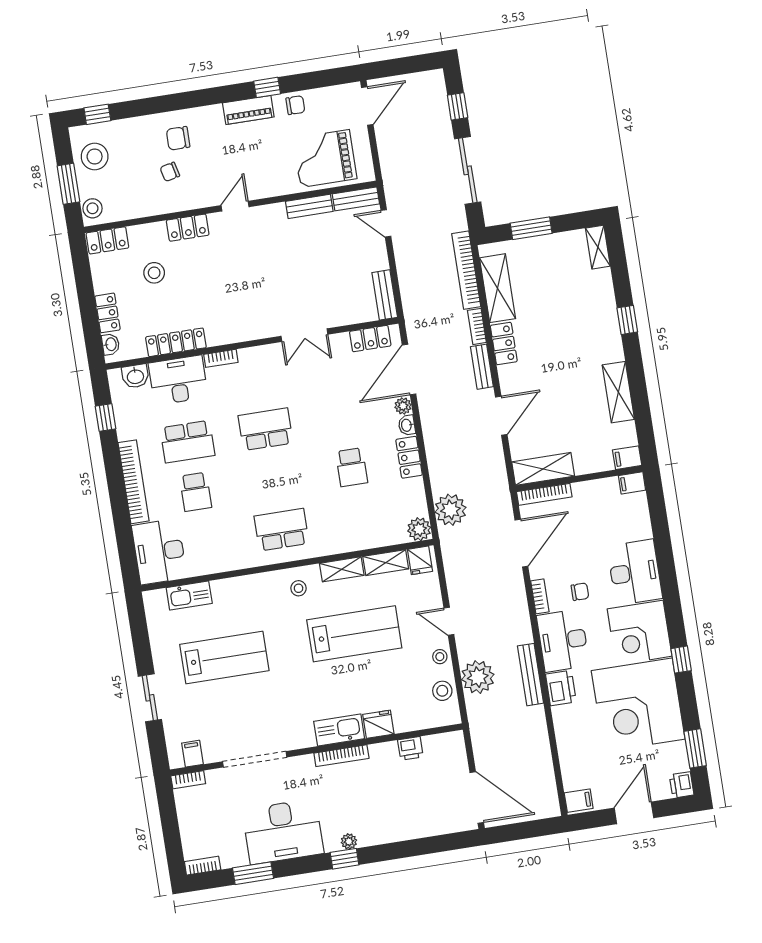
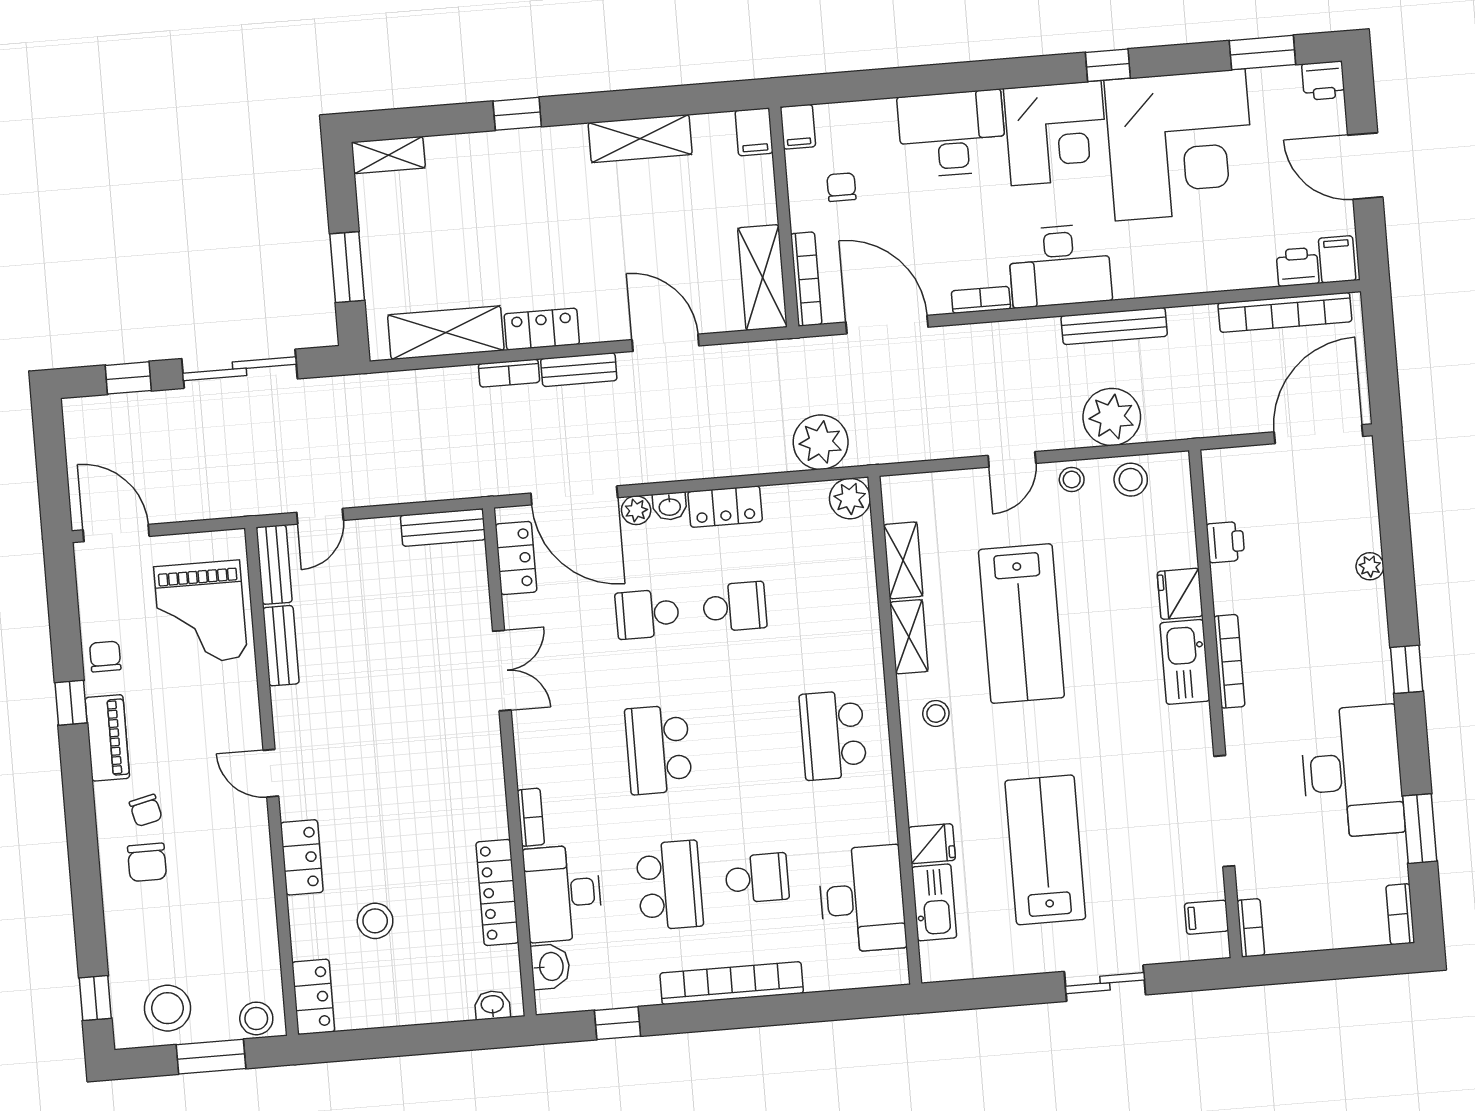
chair: (170, 172) -> (146, 810), moved
bookcase: (466, 270) -> (1285, 312), moved
locker: (108, 313) -> (438, 1006), removed
school desk: (344, 417) -> (647, 614), added
desk: (159, 552) -> (862, 899), moved, turned -90
fridge: (420, 560) -> (932, 844), moved
chair: (580, 592) -> (841, 187), moved
lab bench: (354, 634) -> (1021, 624), turned 180
printer: (561, 688) -> (1298, 267), moved, width x0.73, depth x0.81
plant: (349, 841) -> (1370, 566), moved

